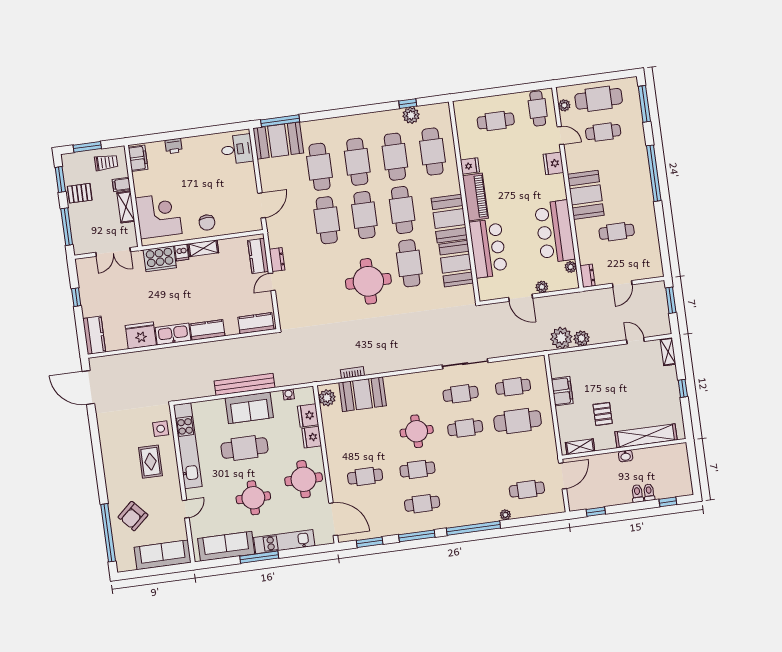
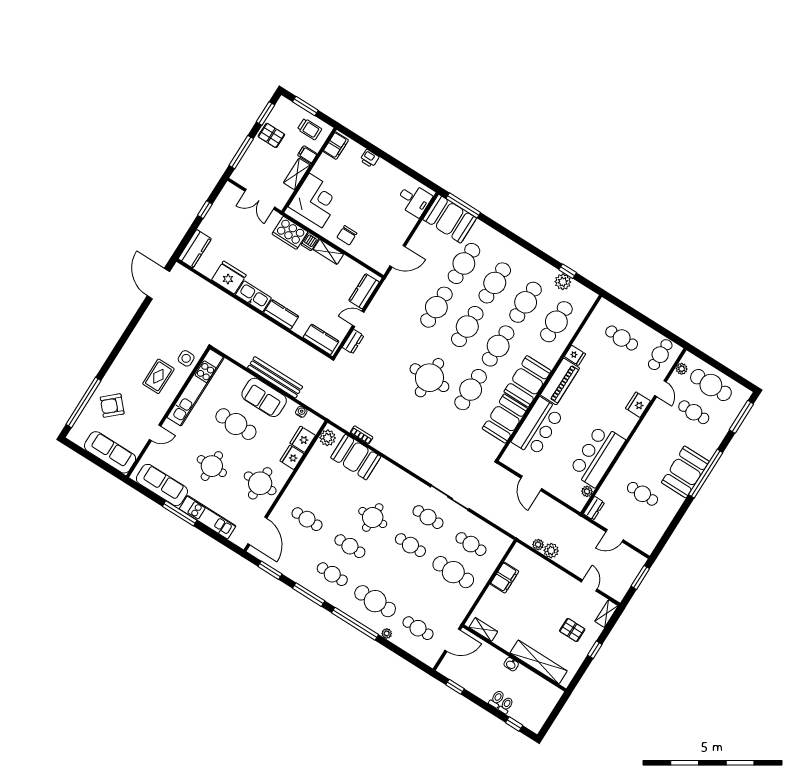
booth: (586, 195) -> (685, 472), moved
dresser: (277, 260) -> (353, 342), moved
plant: (542, 287) -> (554, 488), removed
plant: (561, 338) -> (538, 545), width x0.53, depth x0.53
pallet: (603, 414) -> (572, 630), moved, turned 90
cafe table: (474, 497) -> (375, 601), added

